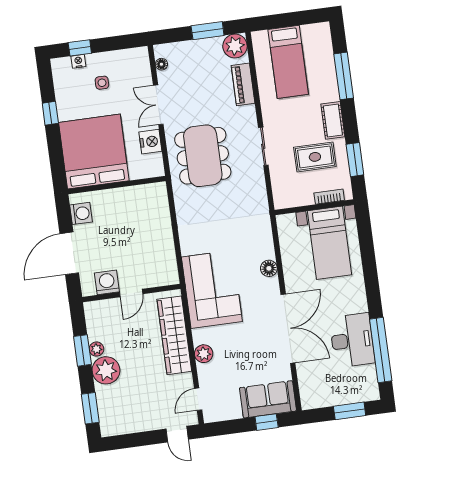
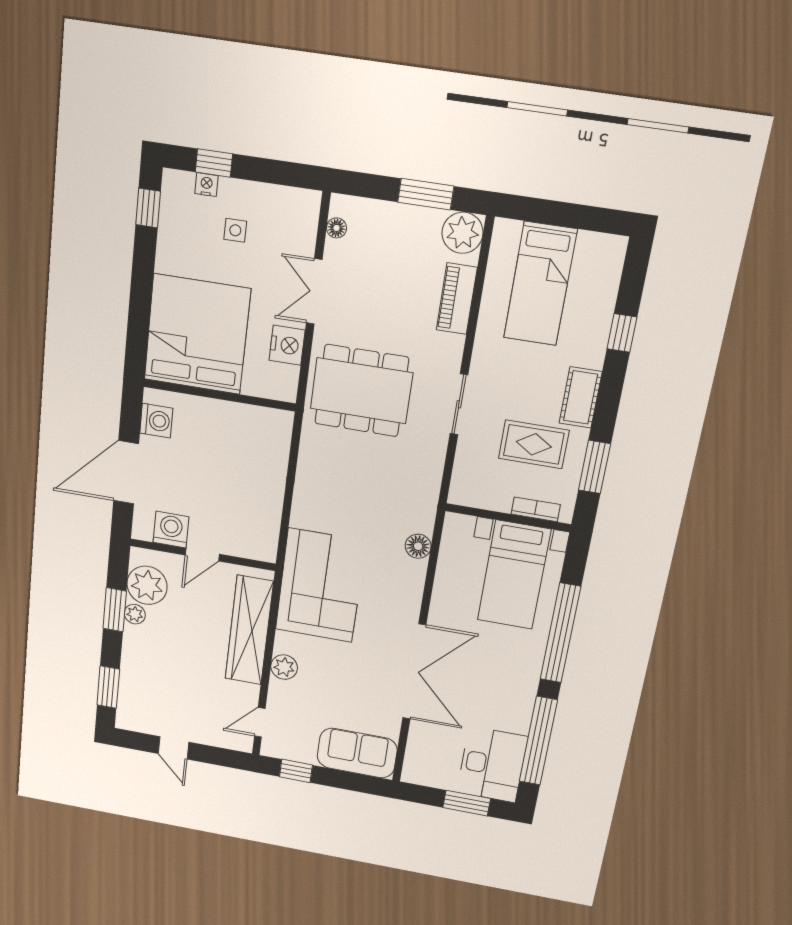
window: (344, 76) -> (622, 333), width x0.46
window: (50, 113) -> (148, 208), moved
dining table: (203, 156) -> (361, 391), turned 90
floor lamp: (269, 268) -> (418, 546), moved
window: (370, 272) -> (560, 633), added
desk: (352, 340) -> (492, 765), moved
plant: (106, 370) -> (147, 585), moved
window: (267, 422) -> (296, 771), moved
door: (177, 434) -> (173, 748), moved

